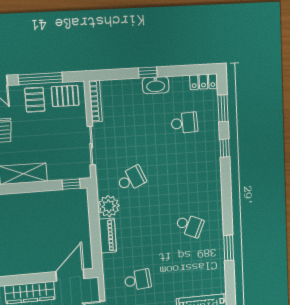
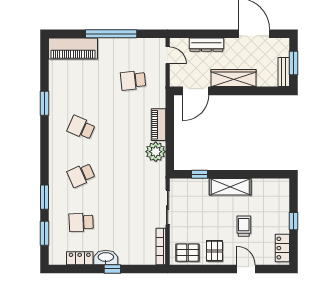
window: (40, 78) -> (208, 269), removed
locker: (203, 82) -> (80, 258), moved
window: (225, 148) -> (44, 197), width x1.50
school desk: (131, 179) -> (81, 175), moved
window: (71, 184) -> (200, 174), moved

